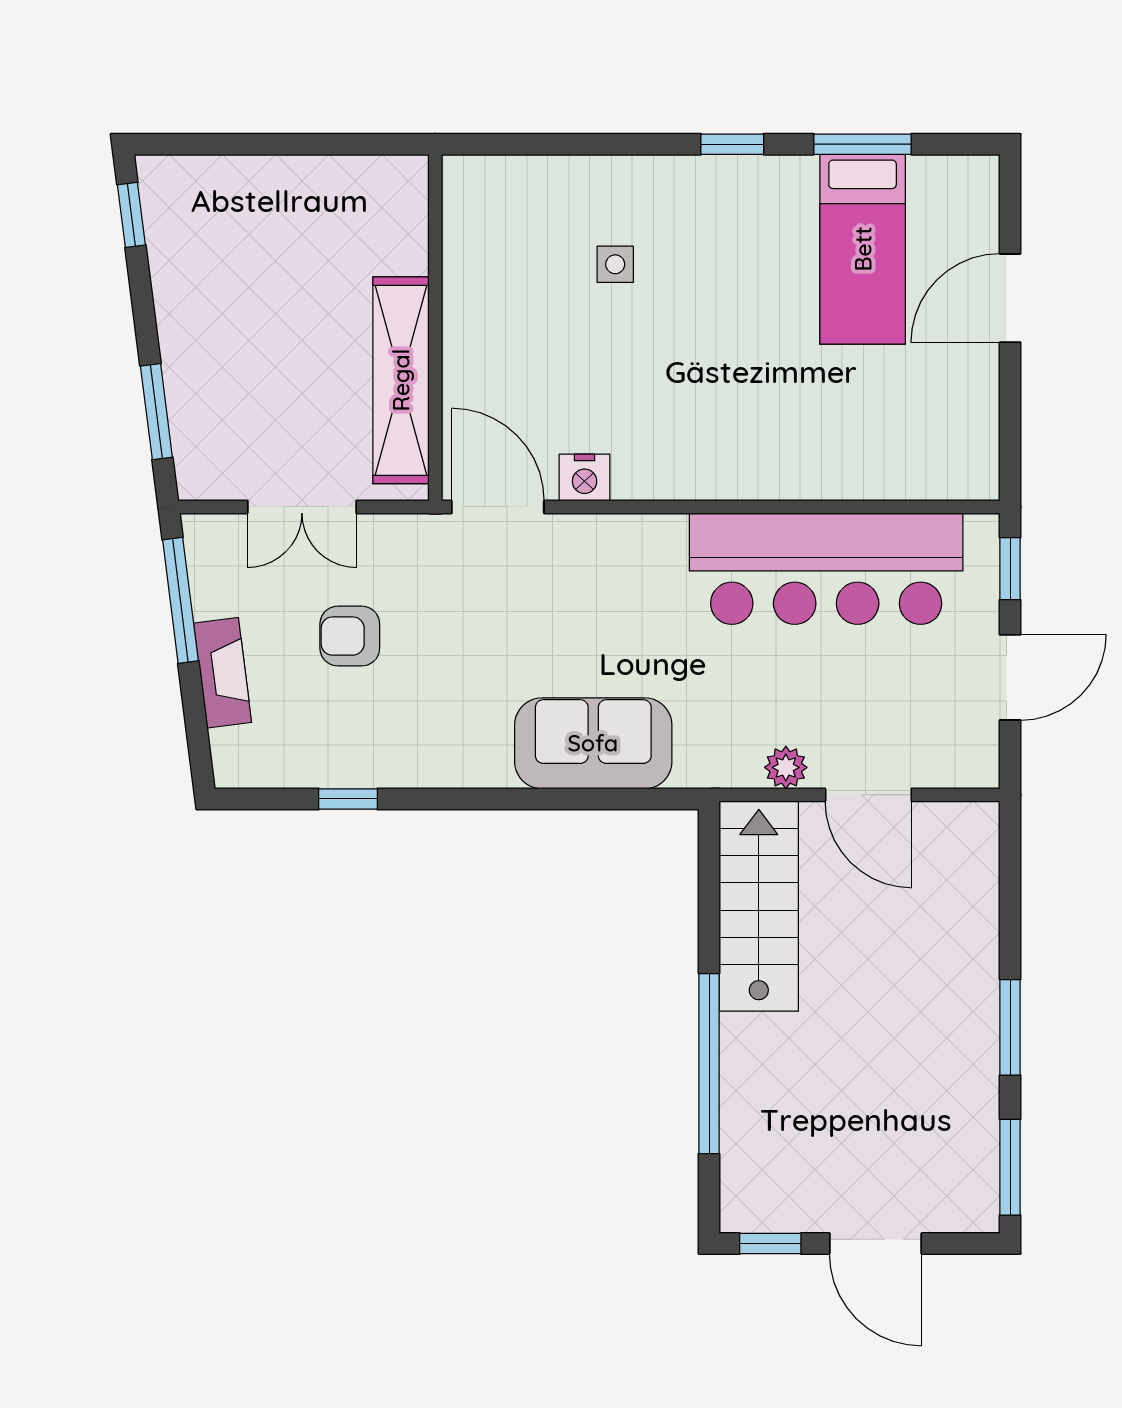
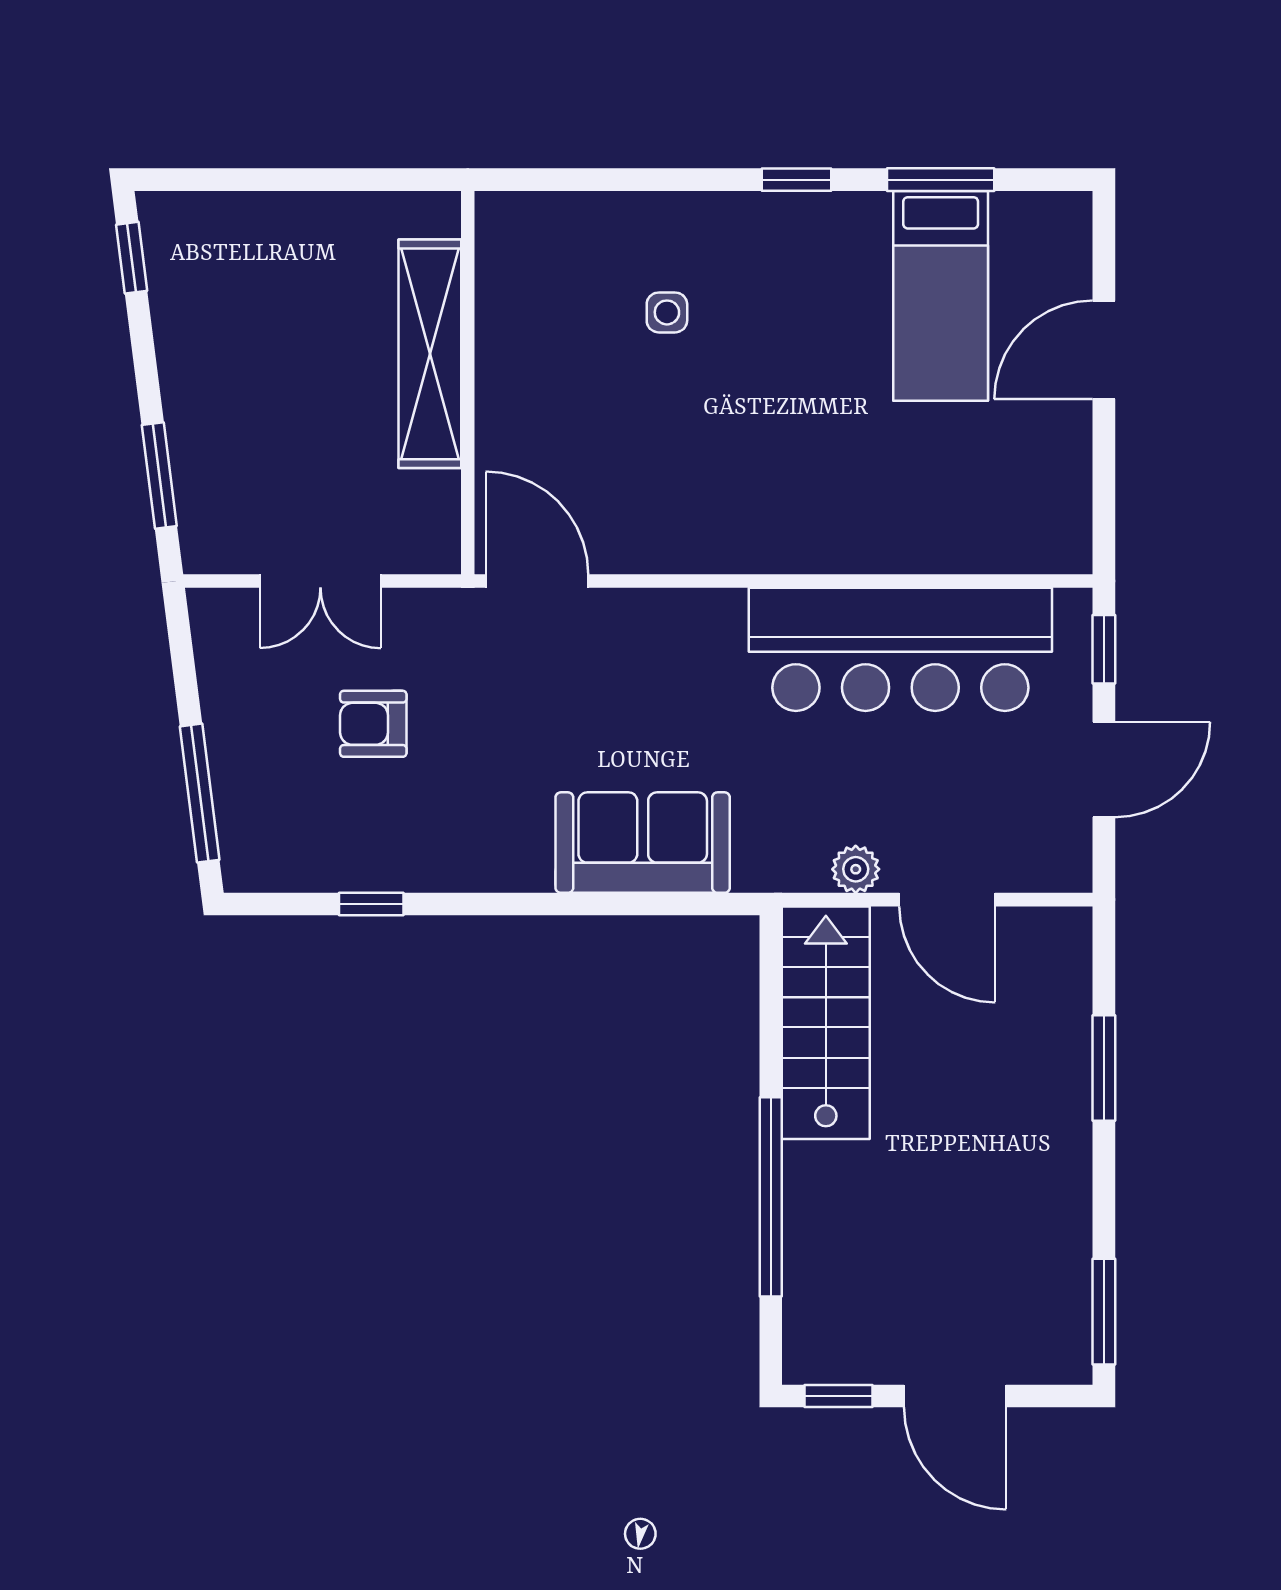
shelving: (401, 380) -> (430, 354), moved
nightstand: (585, 478) -> (633, 548), removed
window: (180, 600) -> (200, 793), moved
fireplace: (223, 673) -> (233, 764), removed
window: (1010, 1027) -> (1104, 1068), moved

